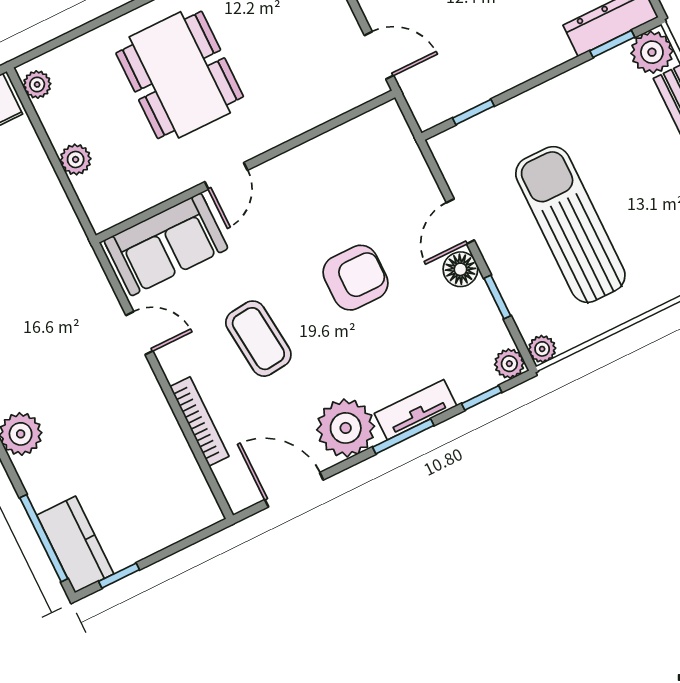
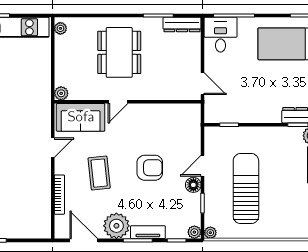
plant: (76, 159) -> (61, 93), moved
door: (139, 333) -> (53, 148), hinge flipped

